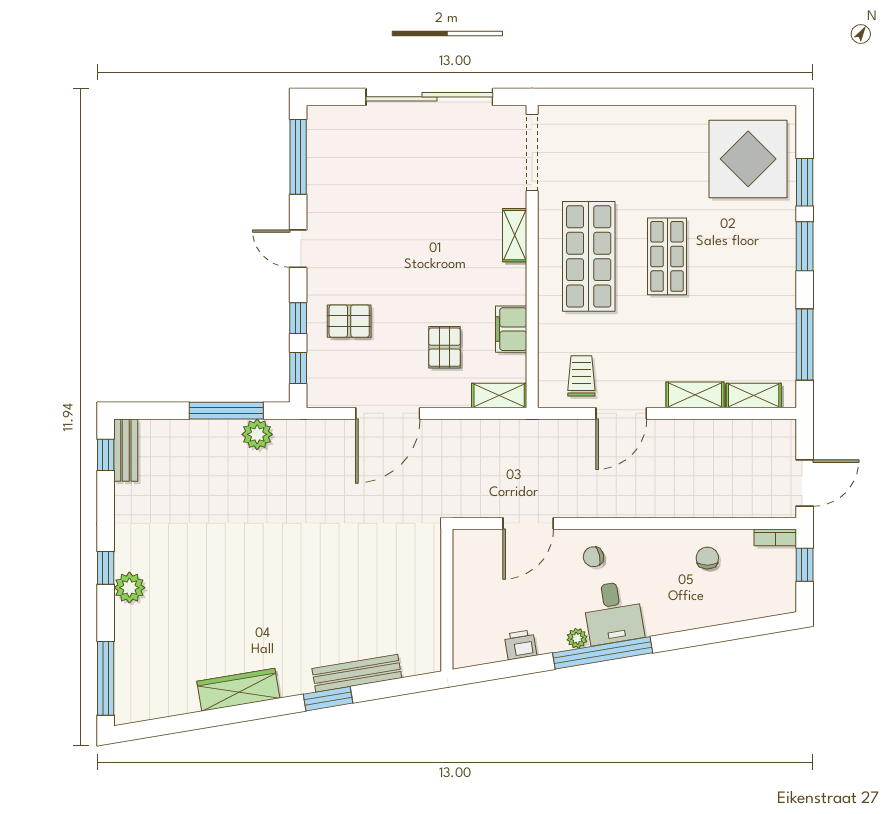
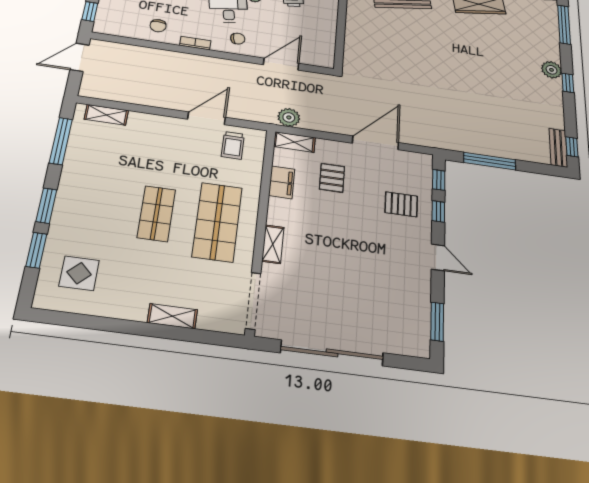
window: (298, 157) -> (437, 322), width x0.69
display table: (748, 159) -> (79, 273), width x0.54, depth x0.54
shelving: (695, 395) -> (172, 316), moved
plant: (257, 434) -> (289, 117), moved
bookcase: (775, 537) -> (195, 43), moved

